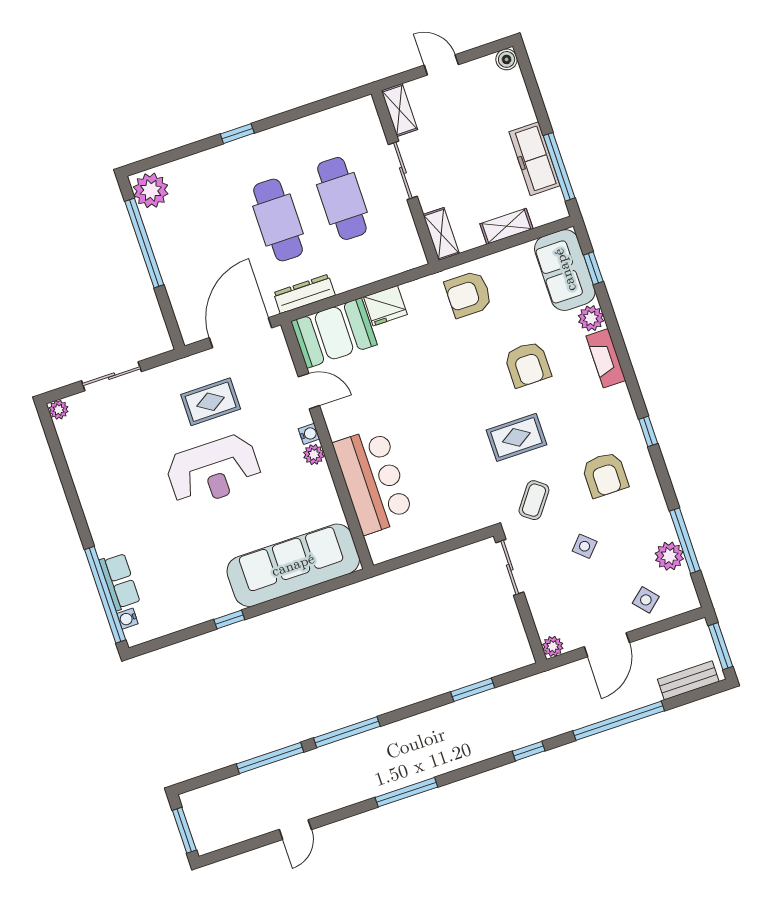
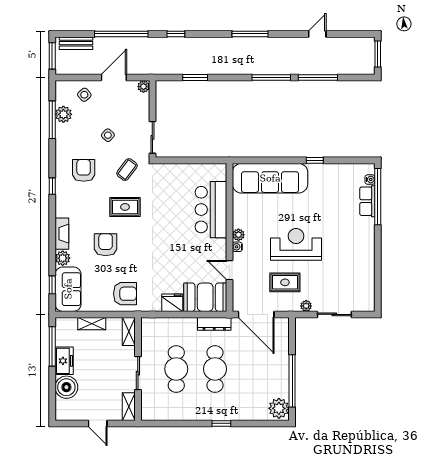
boiler: (507, 59) -> (66, 387), moved, width x1.86, depth x1.86
freezer: (535, 159) -> (64, 361), width x0.71
door: (240, 333) -> (256, 314), hinge flipped
plant: (59, 410) -> (306, 306), moved

